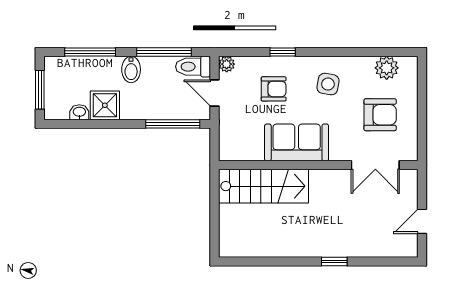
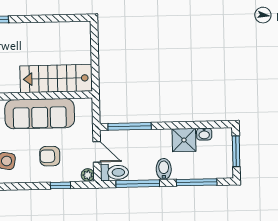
window: (283, 52) -> (60, 185), moved
sofa: (297, 142) -> (40, 114), width x1.36

